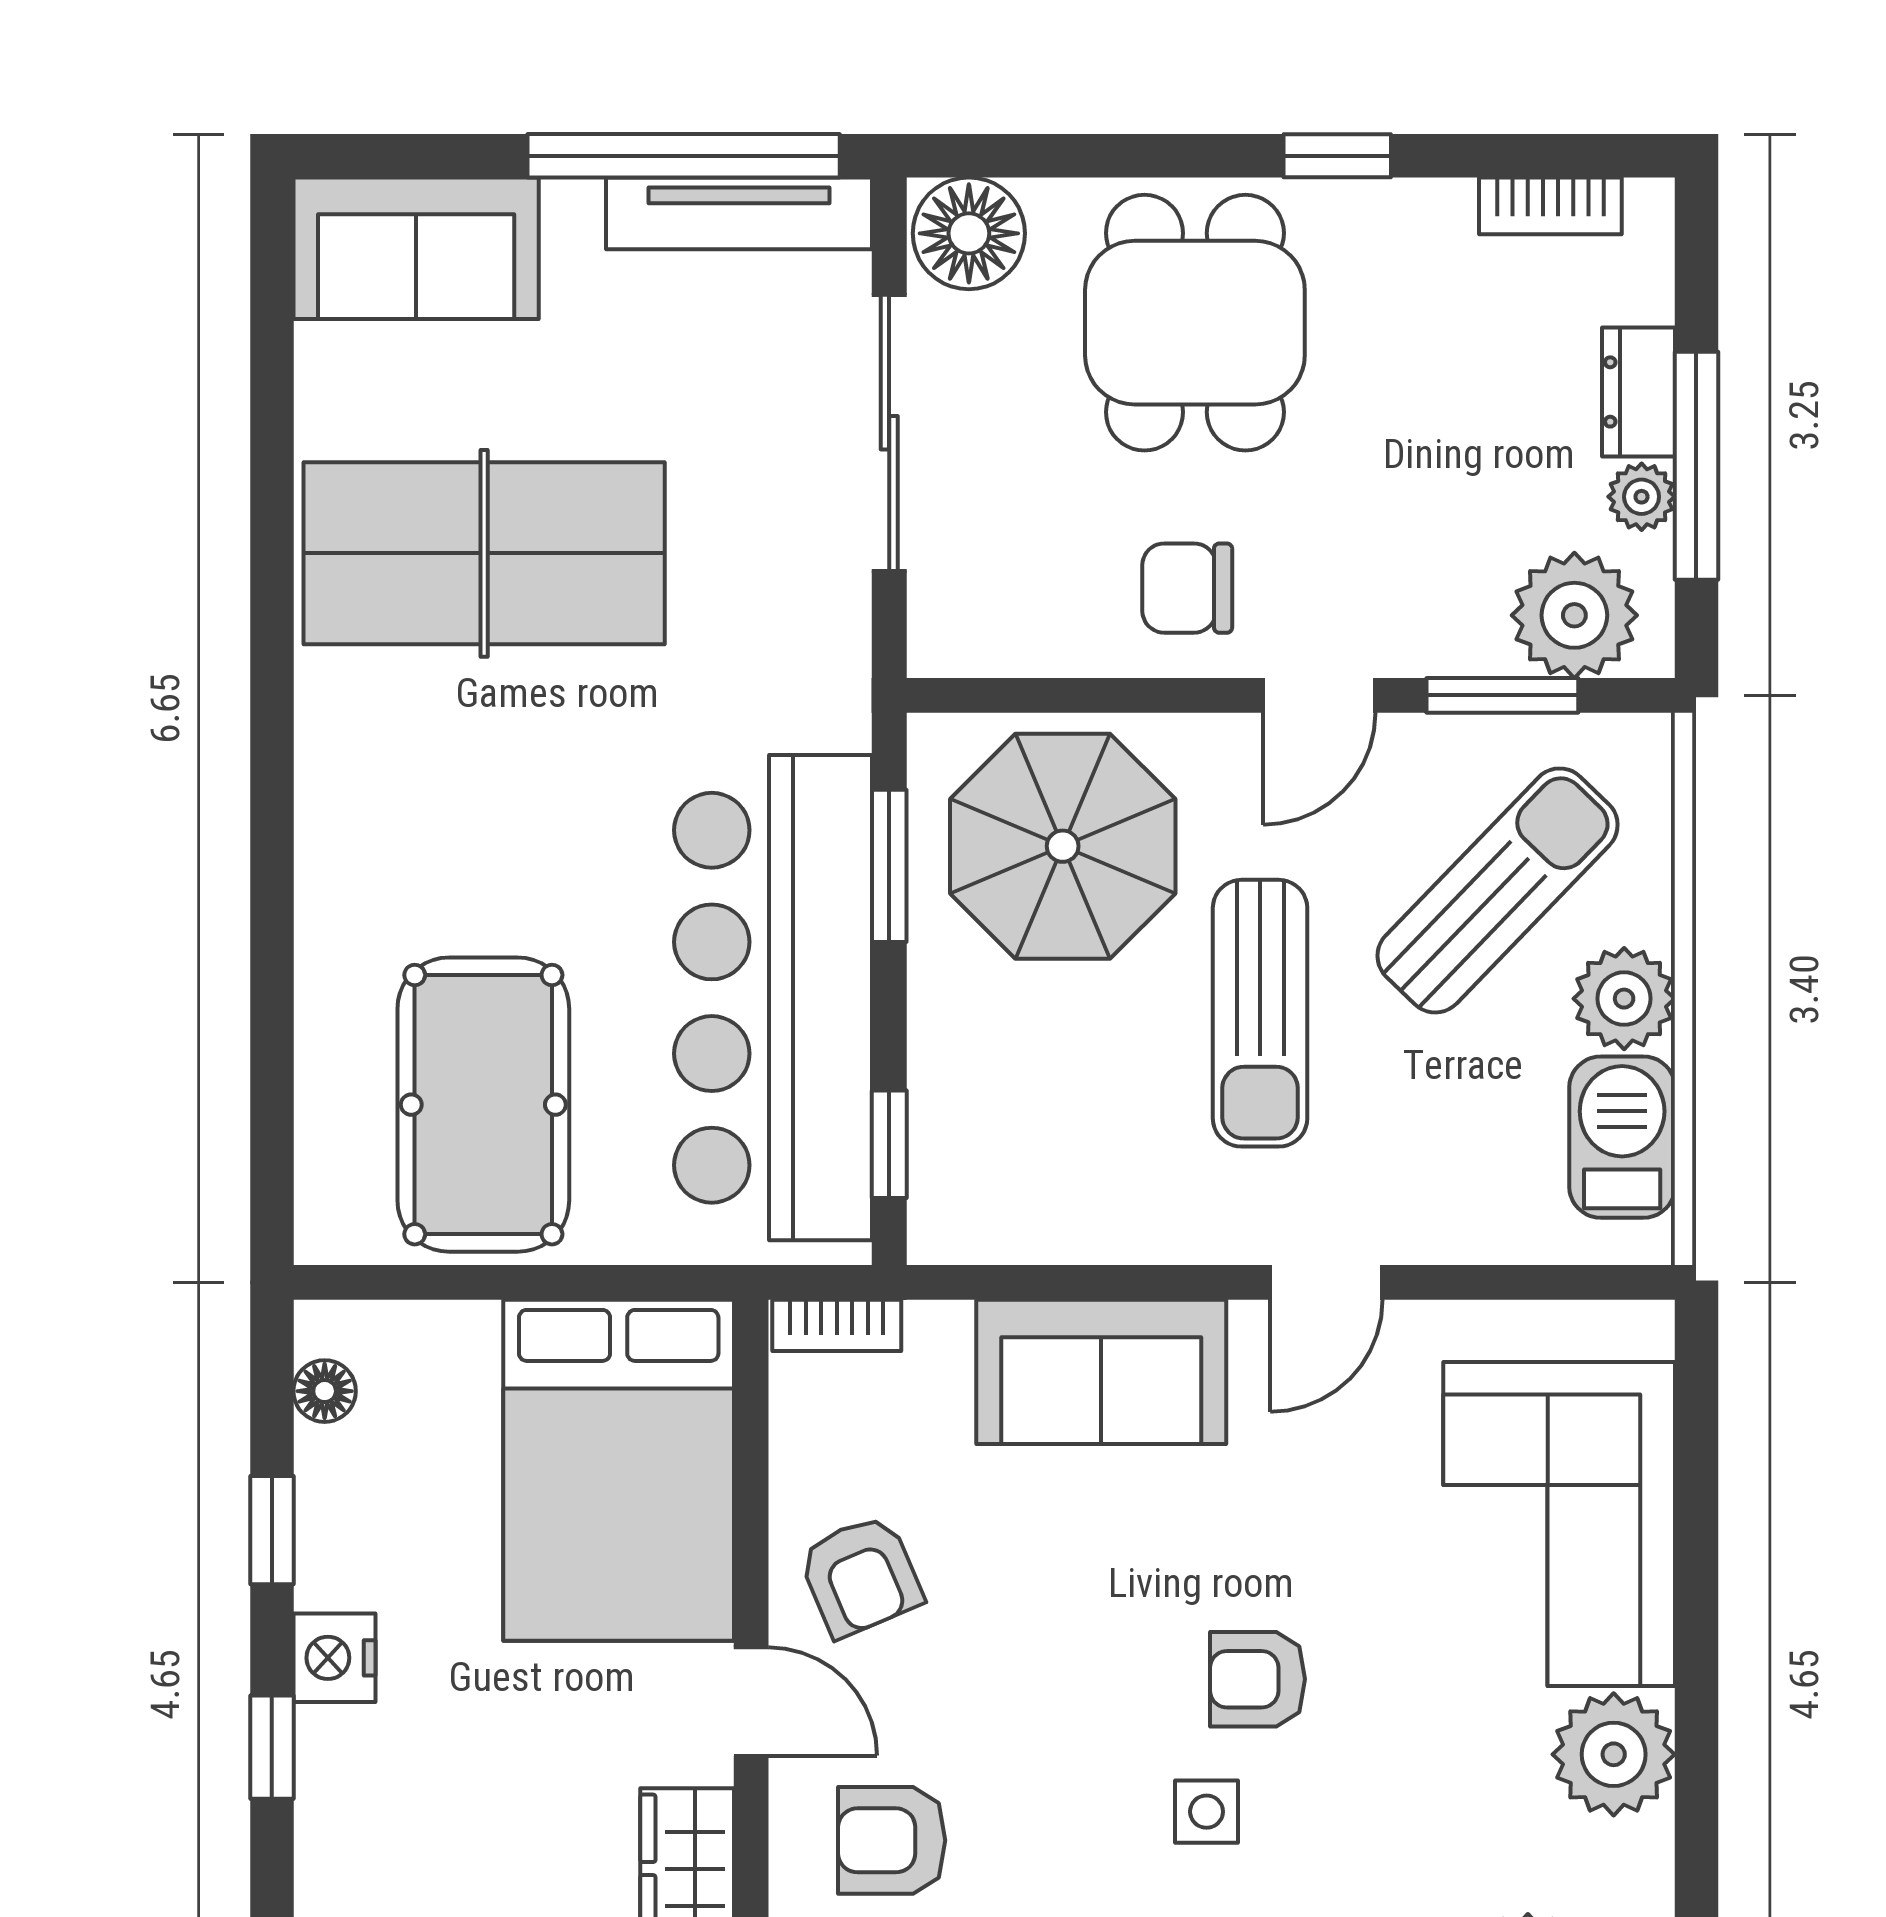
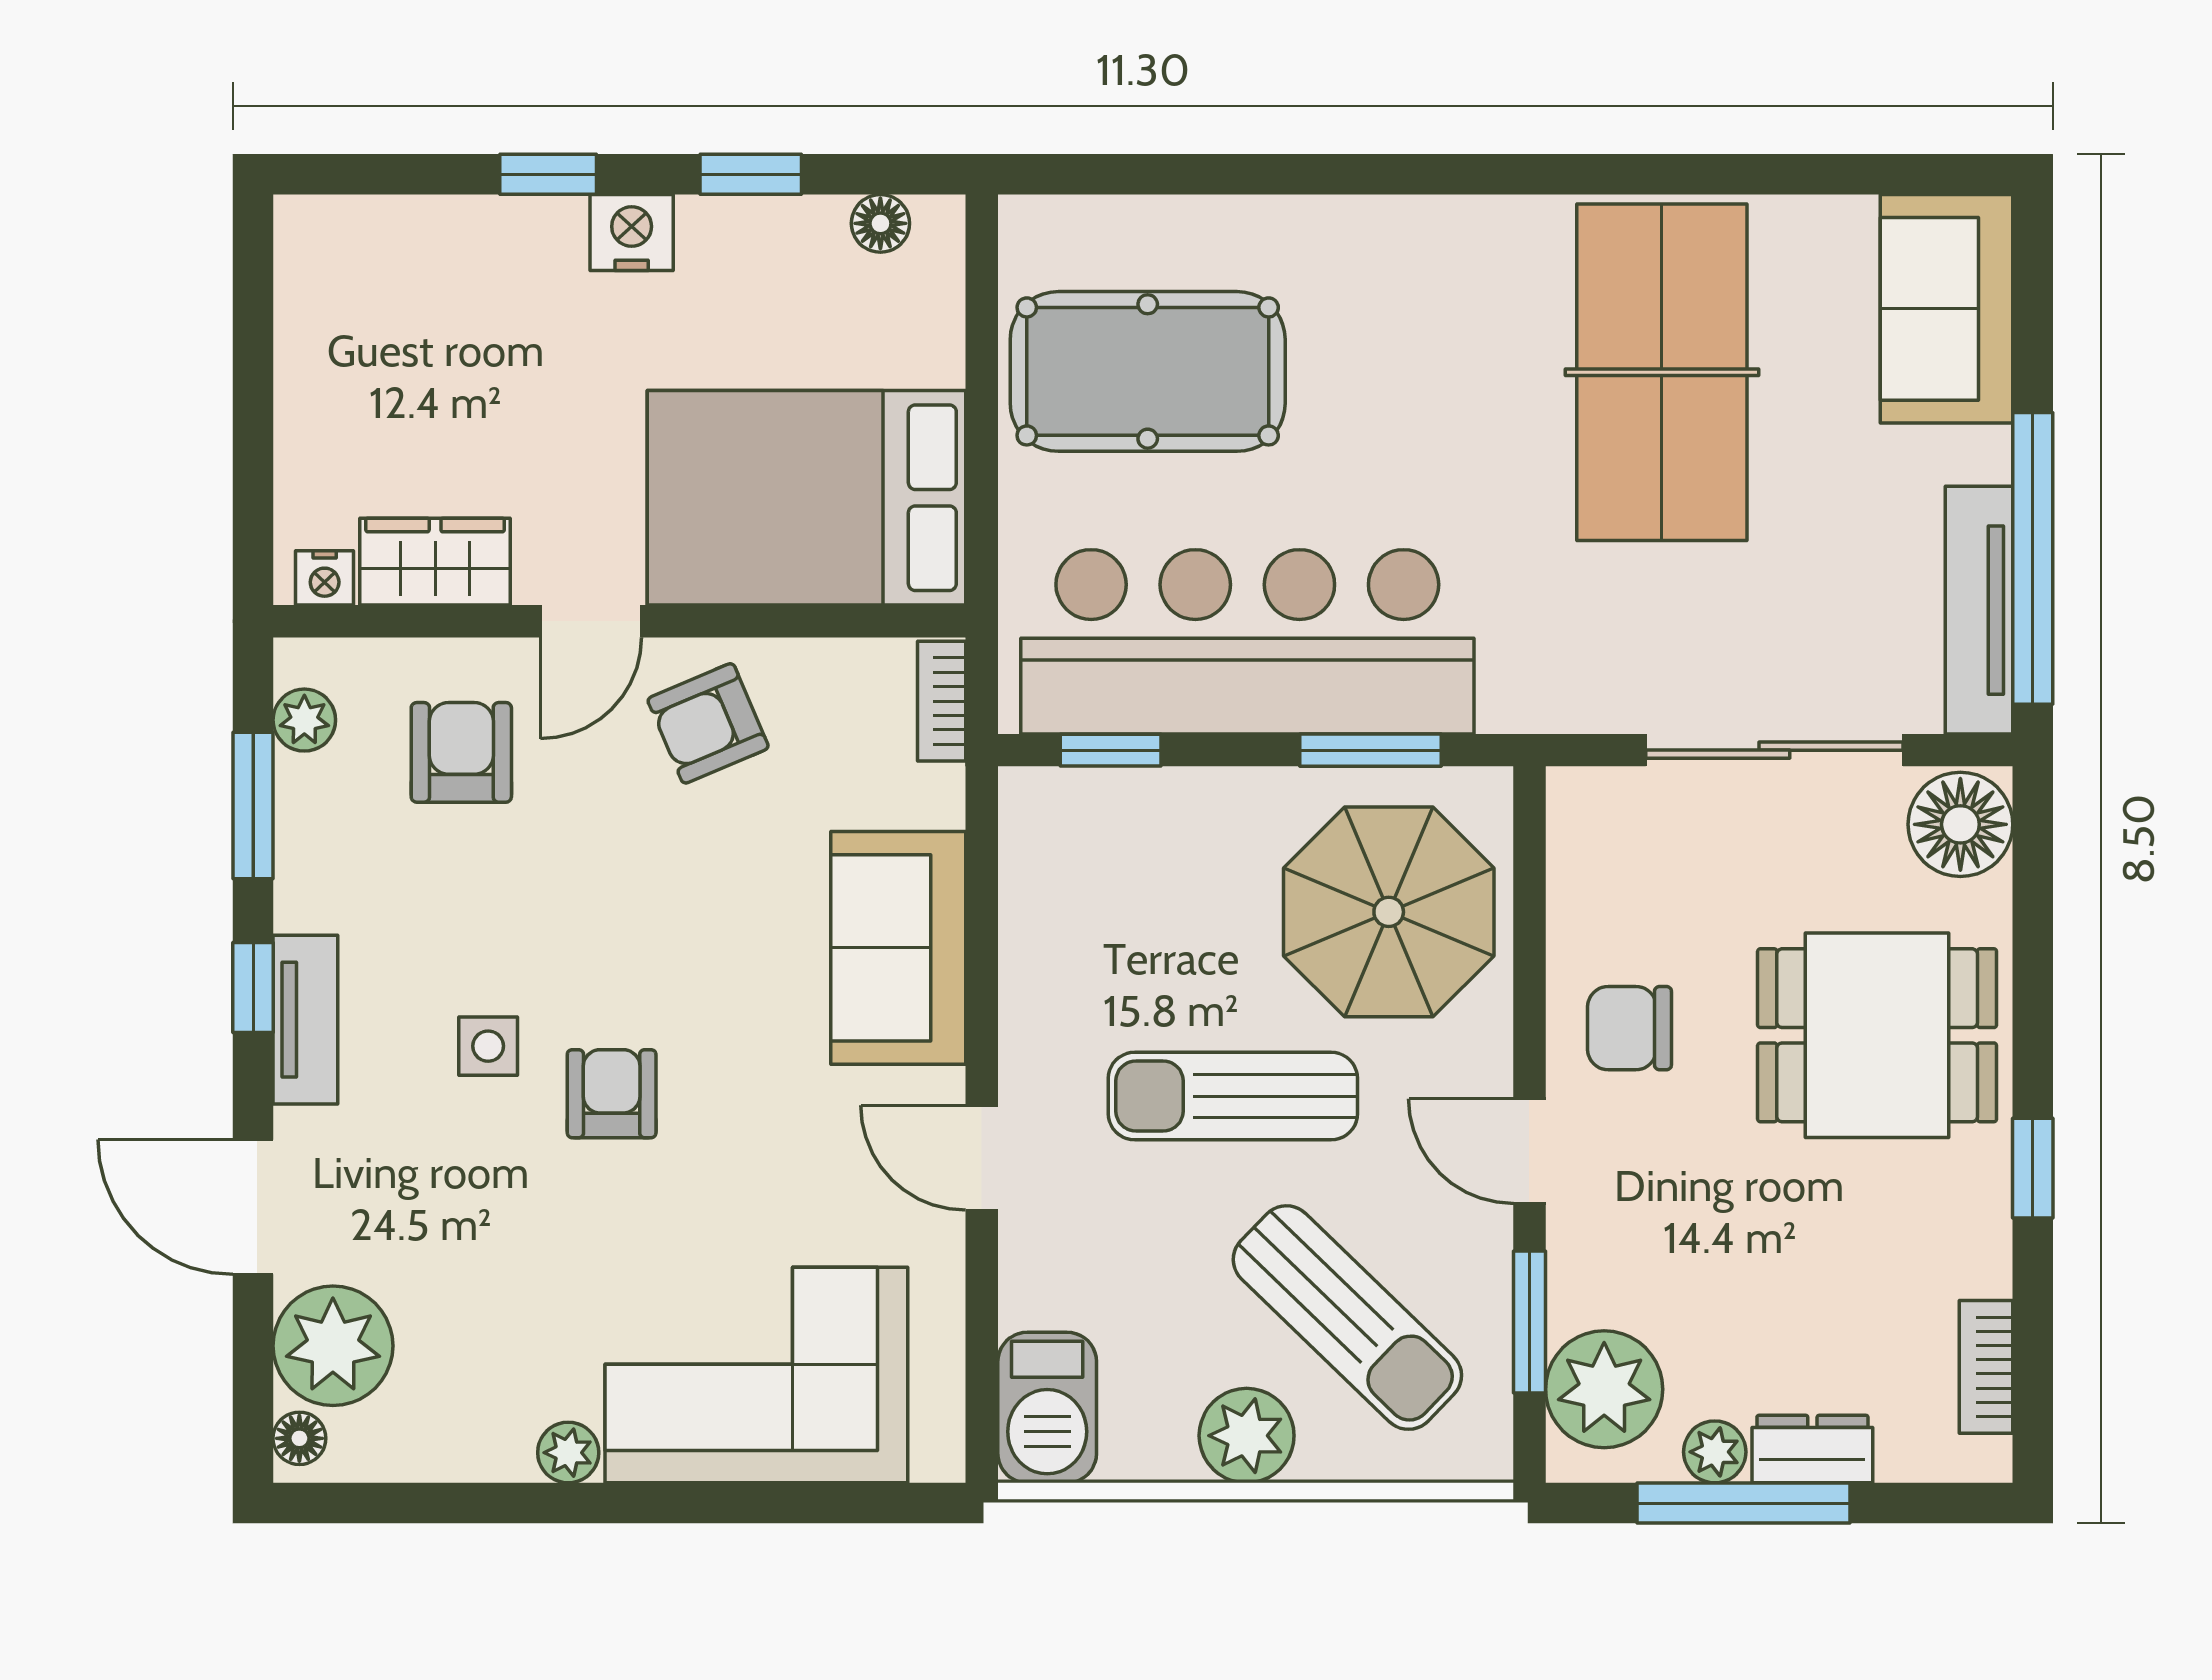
chair: (1187, 588) -> (1630, 1028), turned -90
barbecue: (1622, 1137) -> (1047, 1408), moved, turned 90
plant: (1614, 1754) -> (568, 1453), width x0.53, depth x0.53

